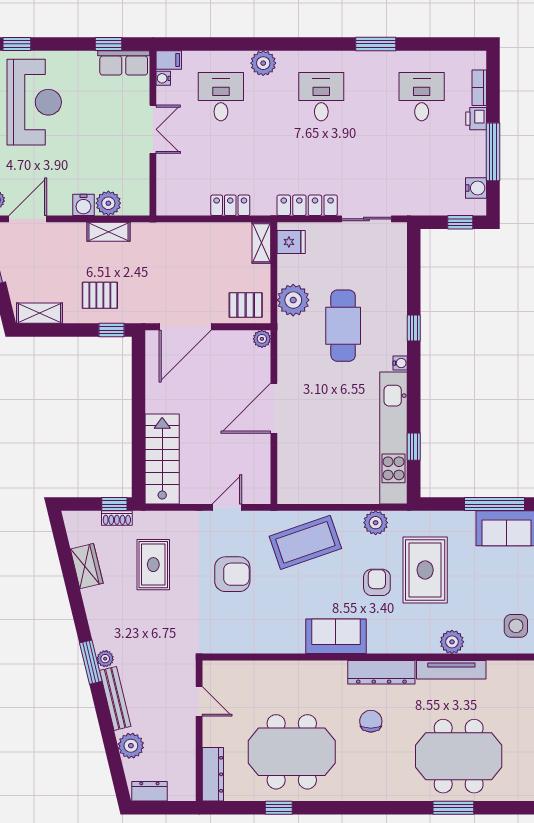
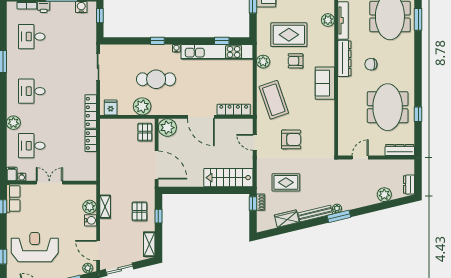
locker: (307, 205) -> (91, 112), moved
shelving: (261, 243) -> (111, 124), removed
window: (111, 330) -> (158, 216), moved
plant: (262, 339) -> (167, 128), width x1.88, depth x1.88
locker: (287, 469) -> (234, 110), added
armchair: (232, 574) -> (291, 139), turned 90
bench: (115, 698) -> (315, 214), moved

